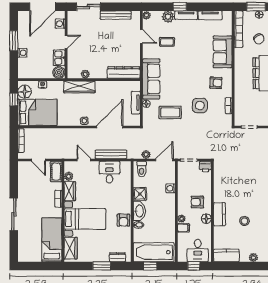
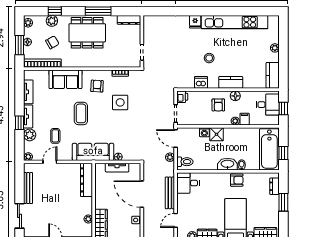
coffee table: (170, 112) -> (81, 113), moved
desk: (109, 172) -> (188, 183), moved
dishwasher: (219, 185) -> (201, 82), added
shower: (140, 194) -> (217, 134), moved
stool: (244, 221) -> (209, 58), moved

